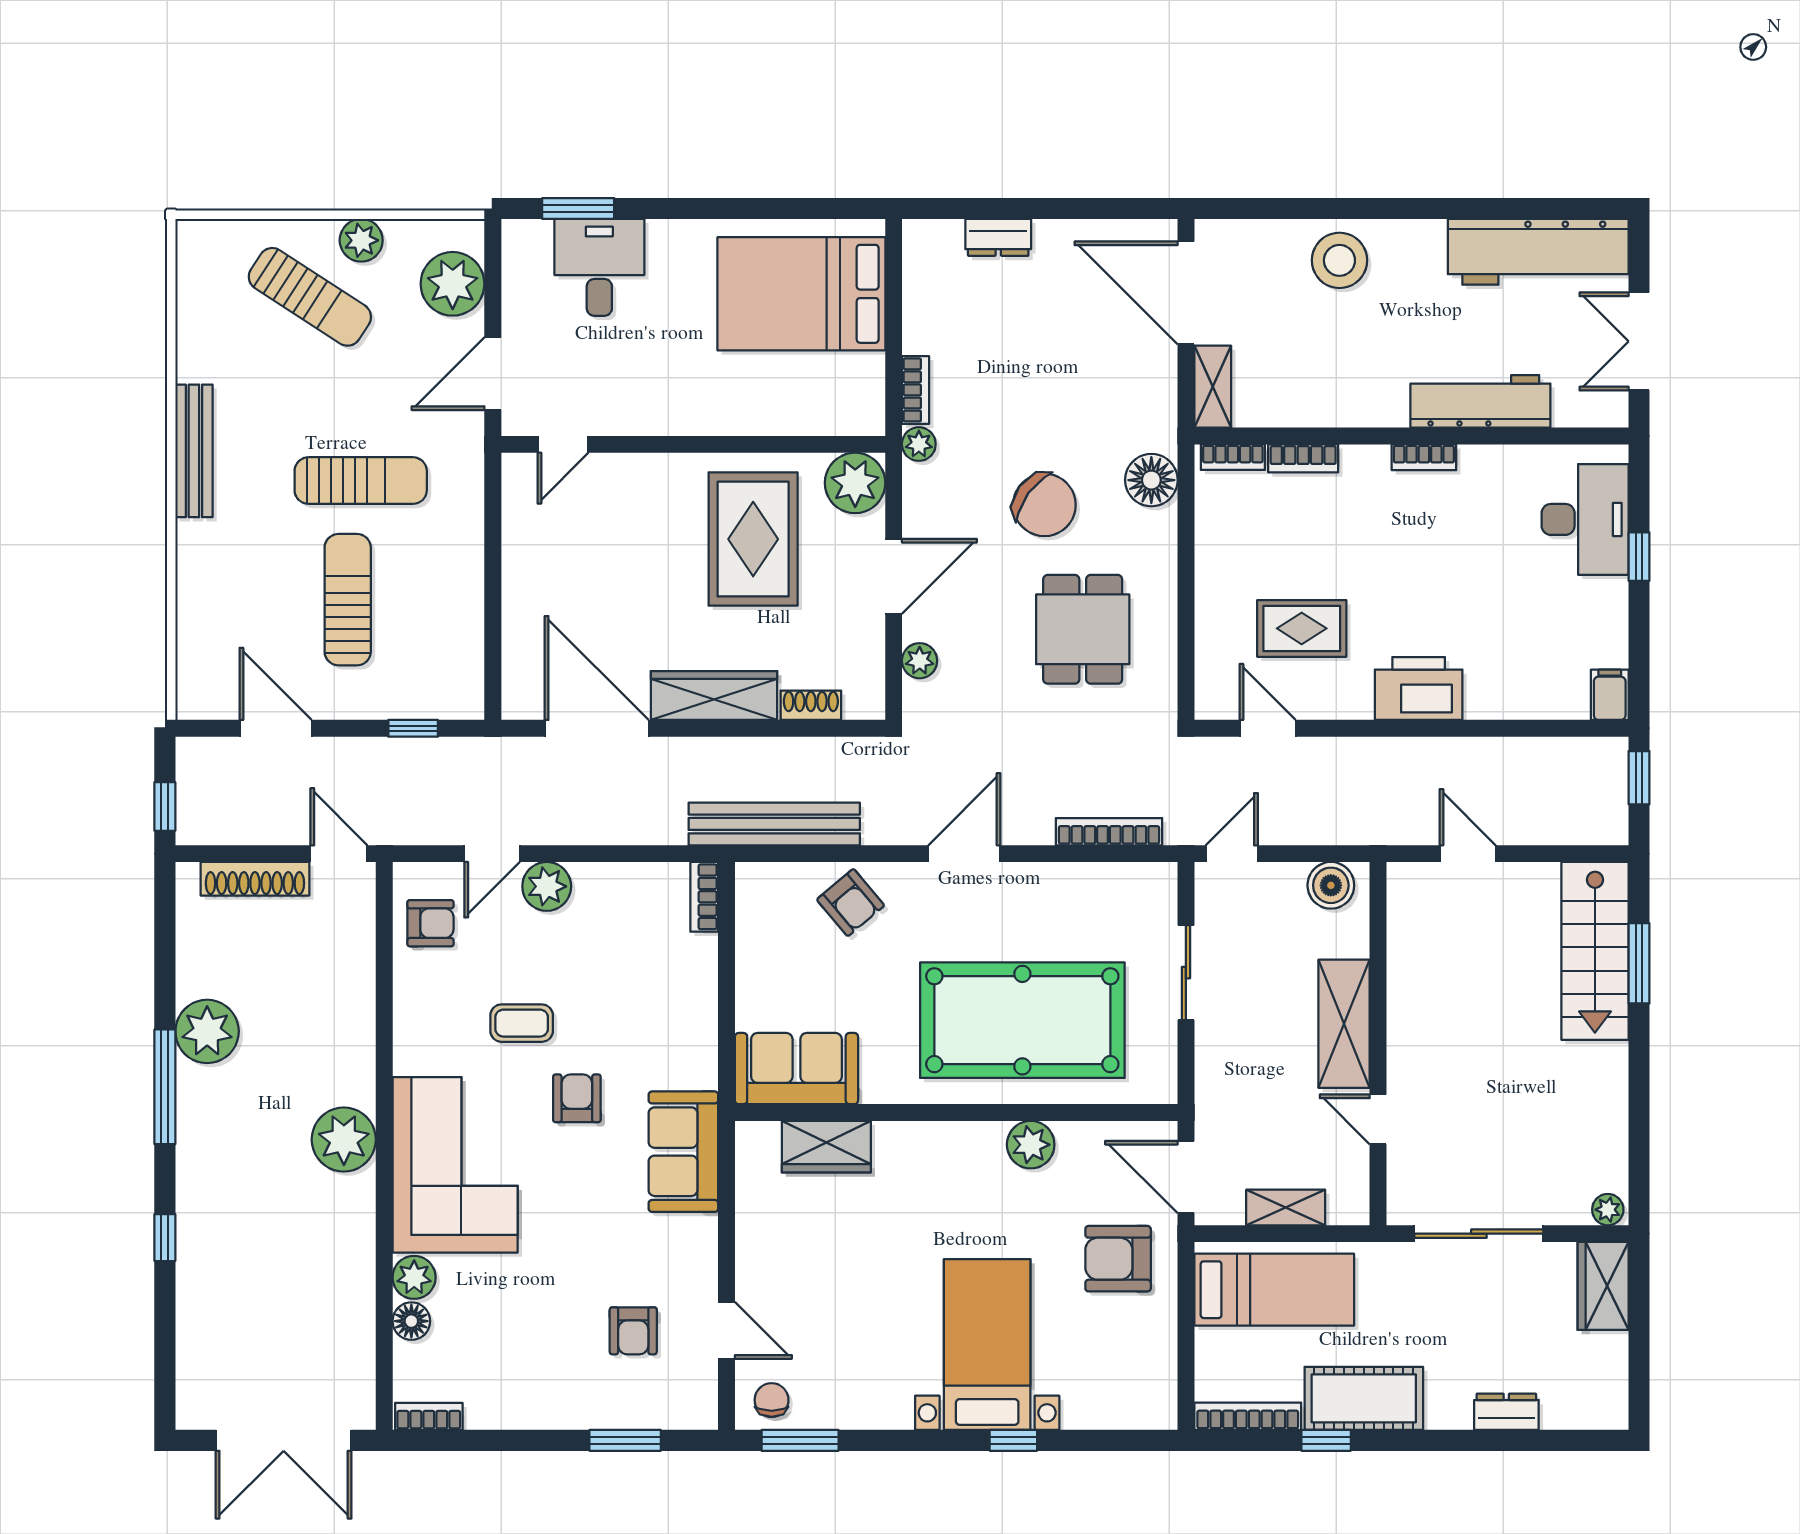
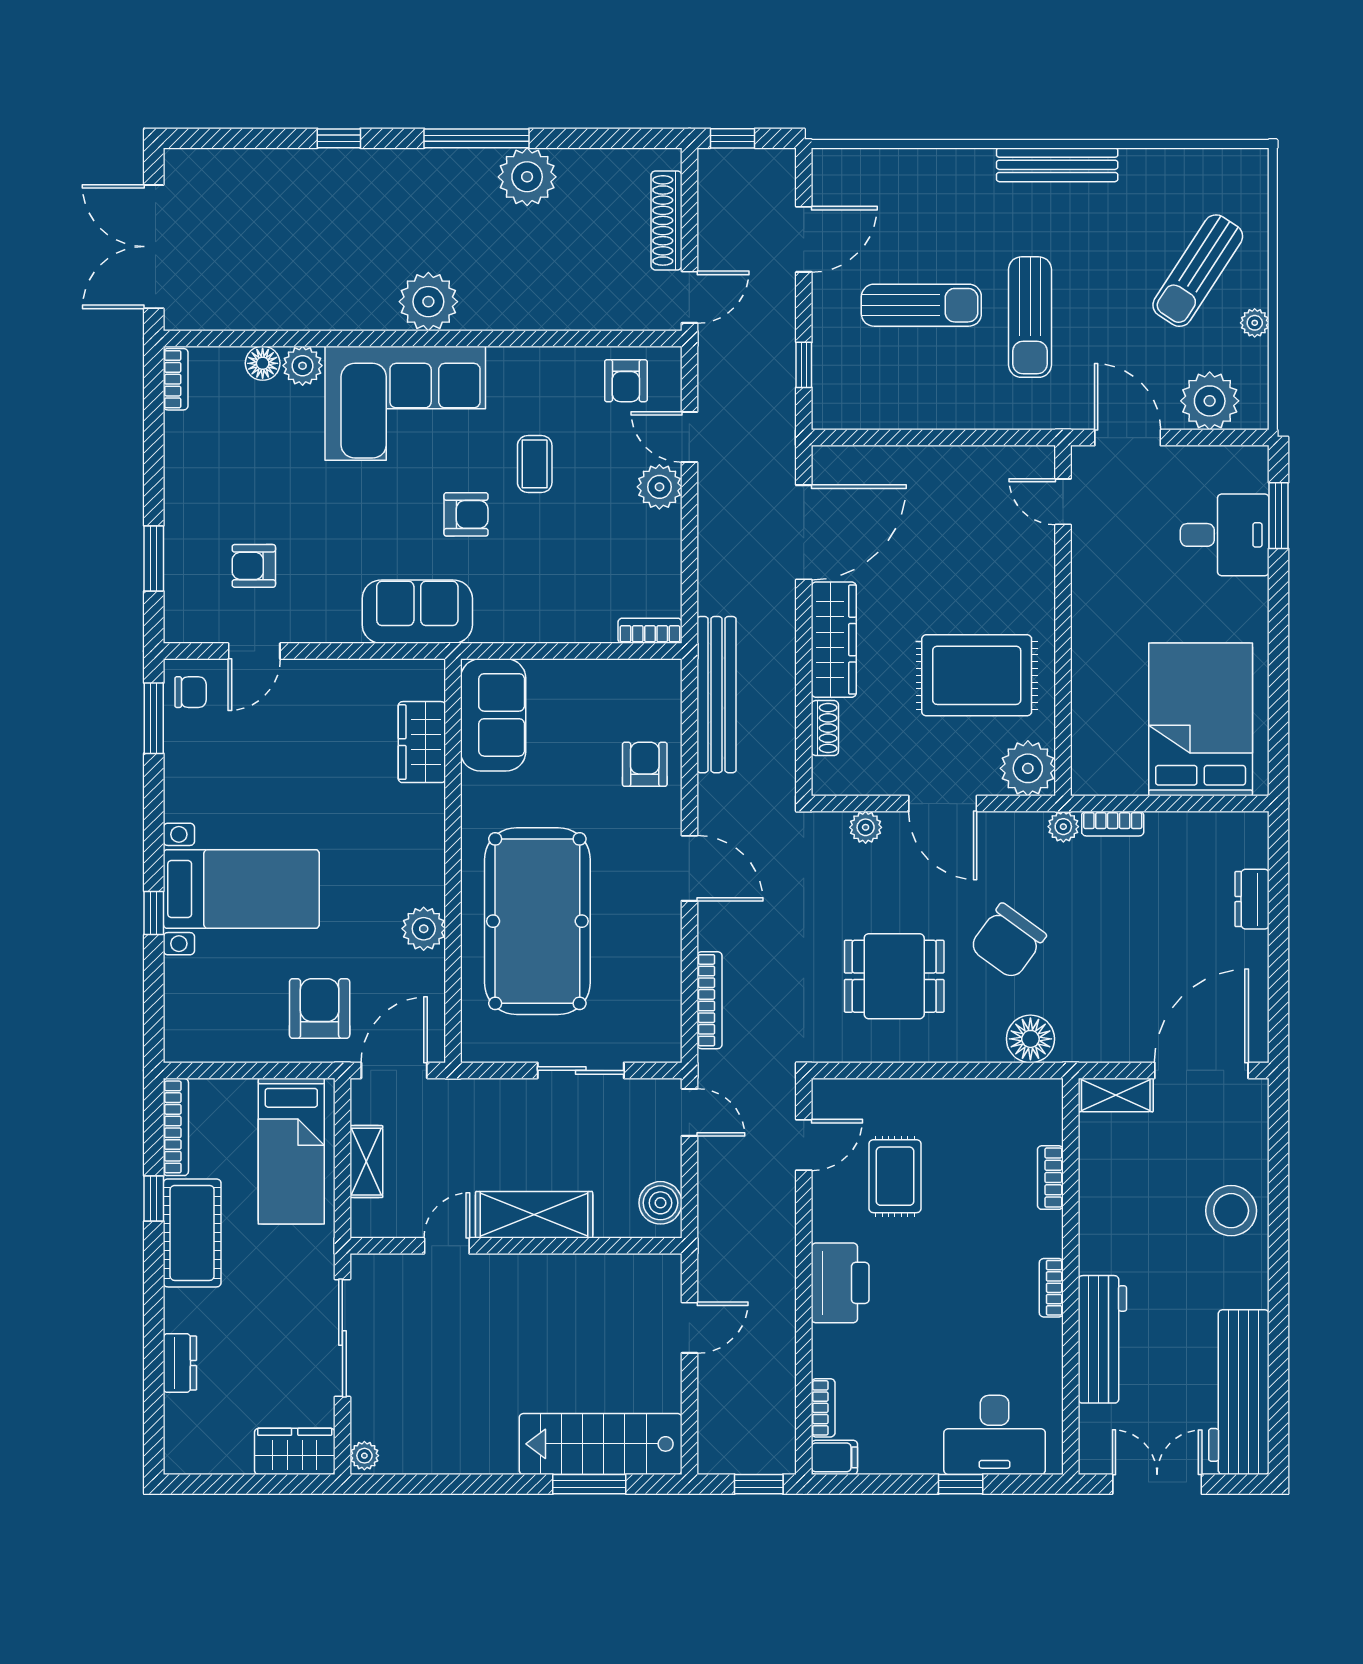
plant: (361, 240) -> (1255, 323), width x0.73, depth x0.73
bookcase: (1233, 457) -> (823, 1408), moved, turned 180
armchair: (851, 903) -> (645, 764), turned 130

